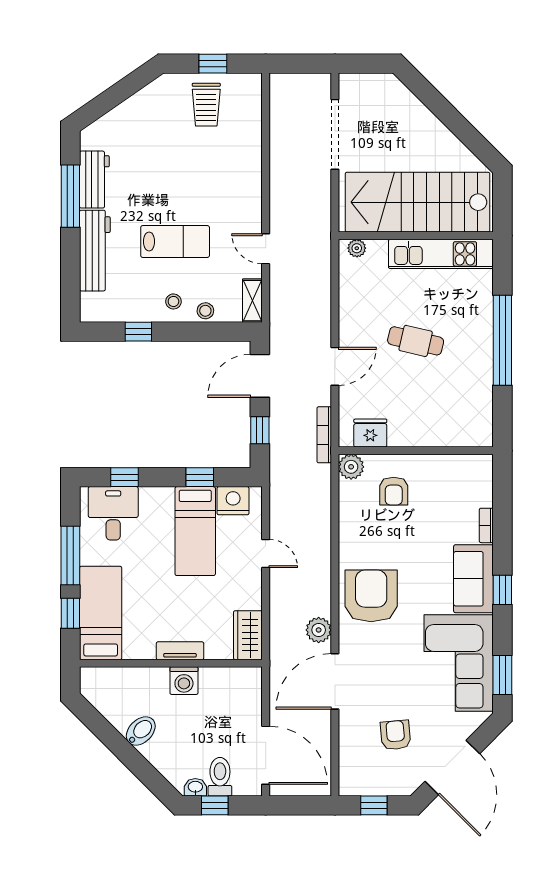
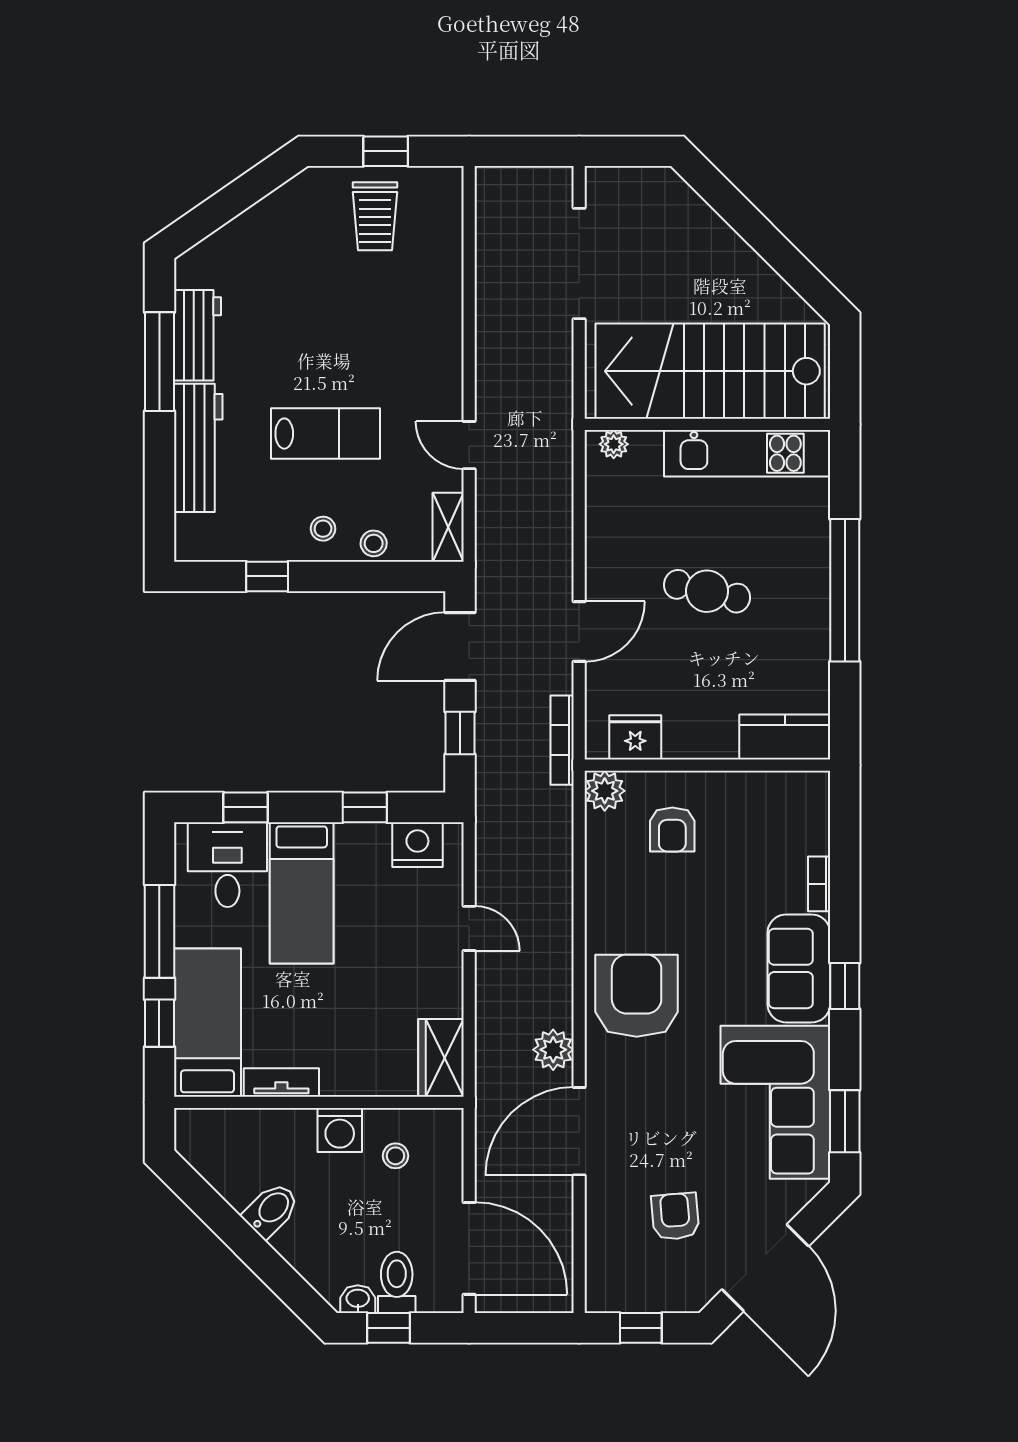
kitchen counter: (465, 433) -> (785, 737), added
bed: (195, 531) -> (302, 893), moved
tv unit: (180, 651) -> (281, 1083), moved
stool: (219, 697) -> (395, 1156), added

